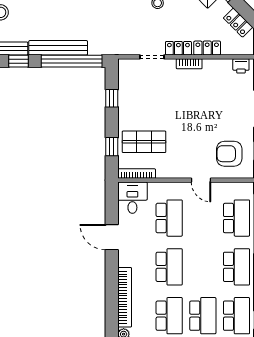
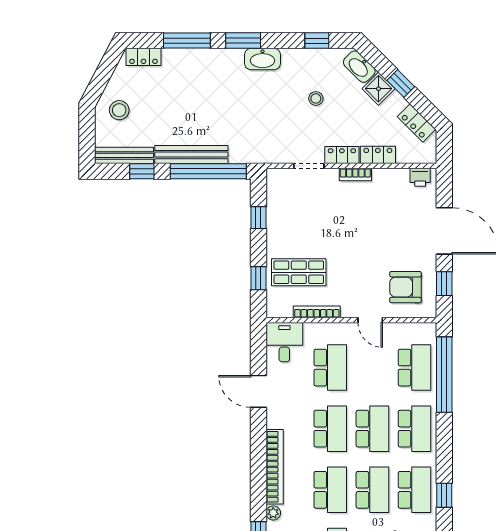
bookcase: (137, 174) -> (317, 312), moved
school desk: (203, 267) -> (372, 429), added

